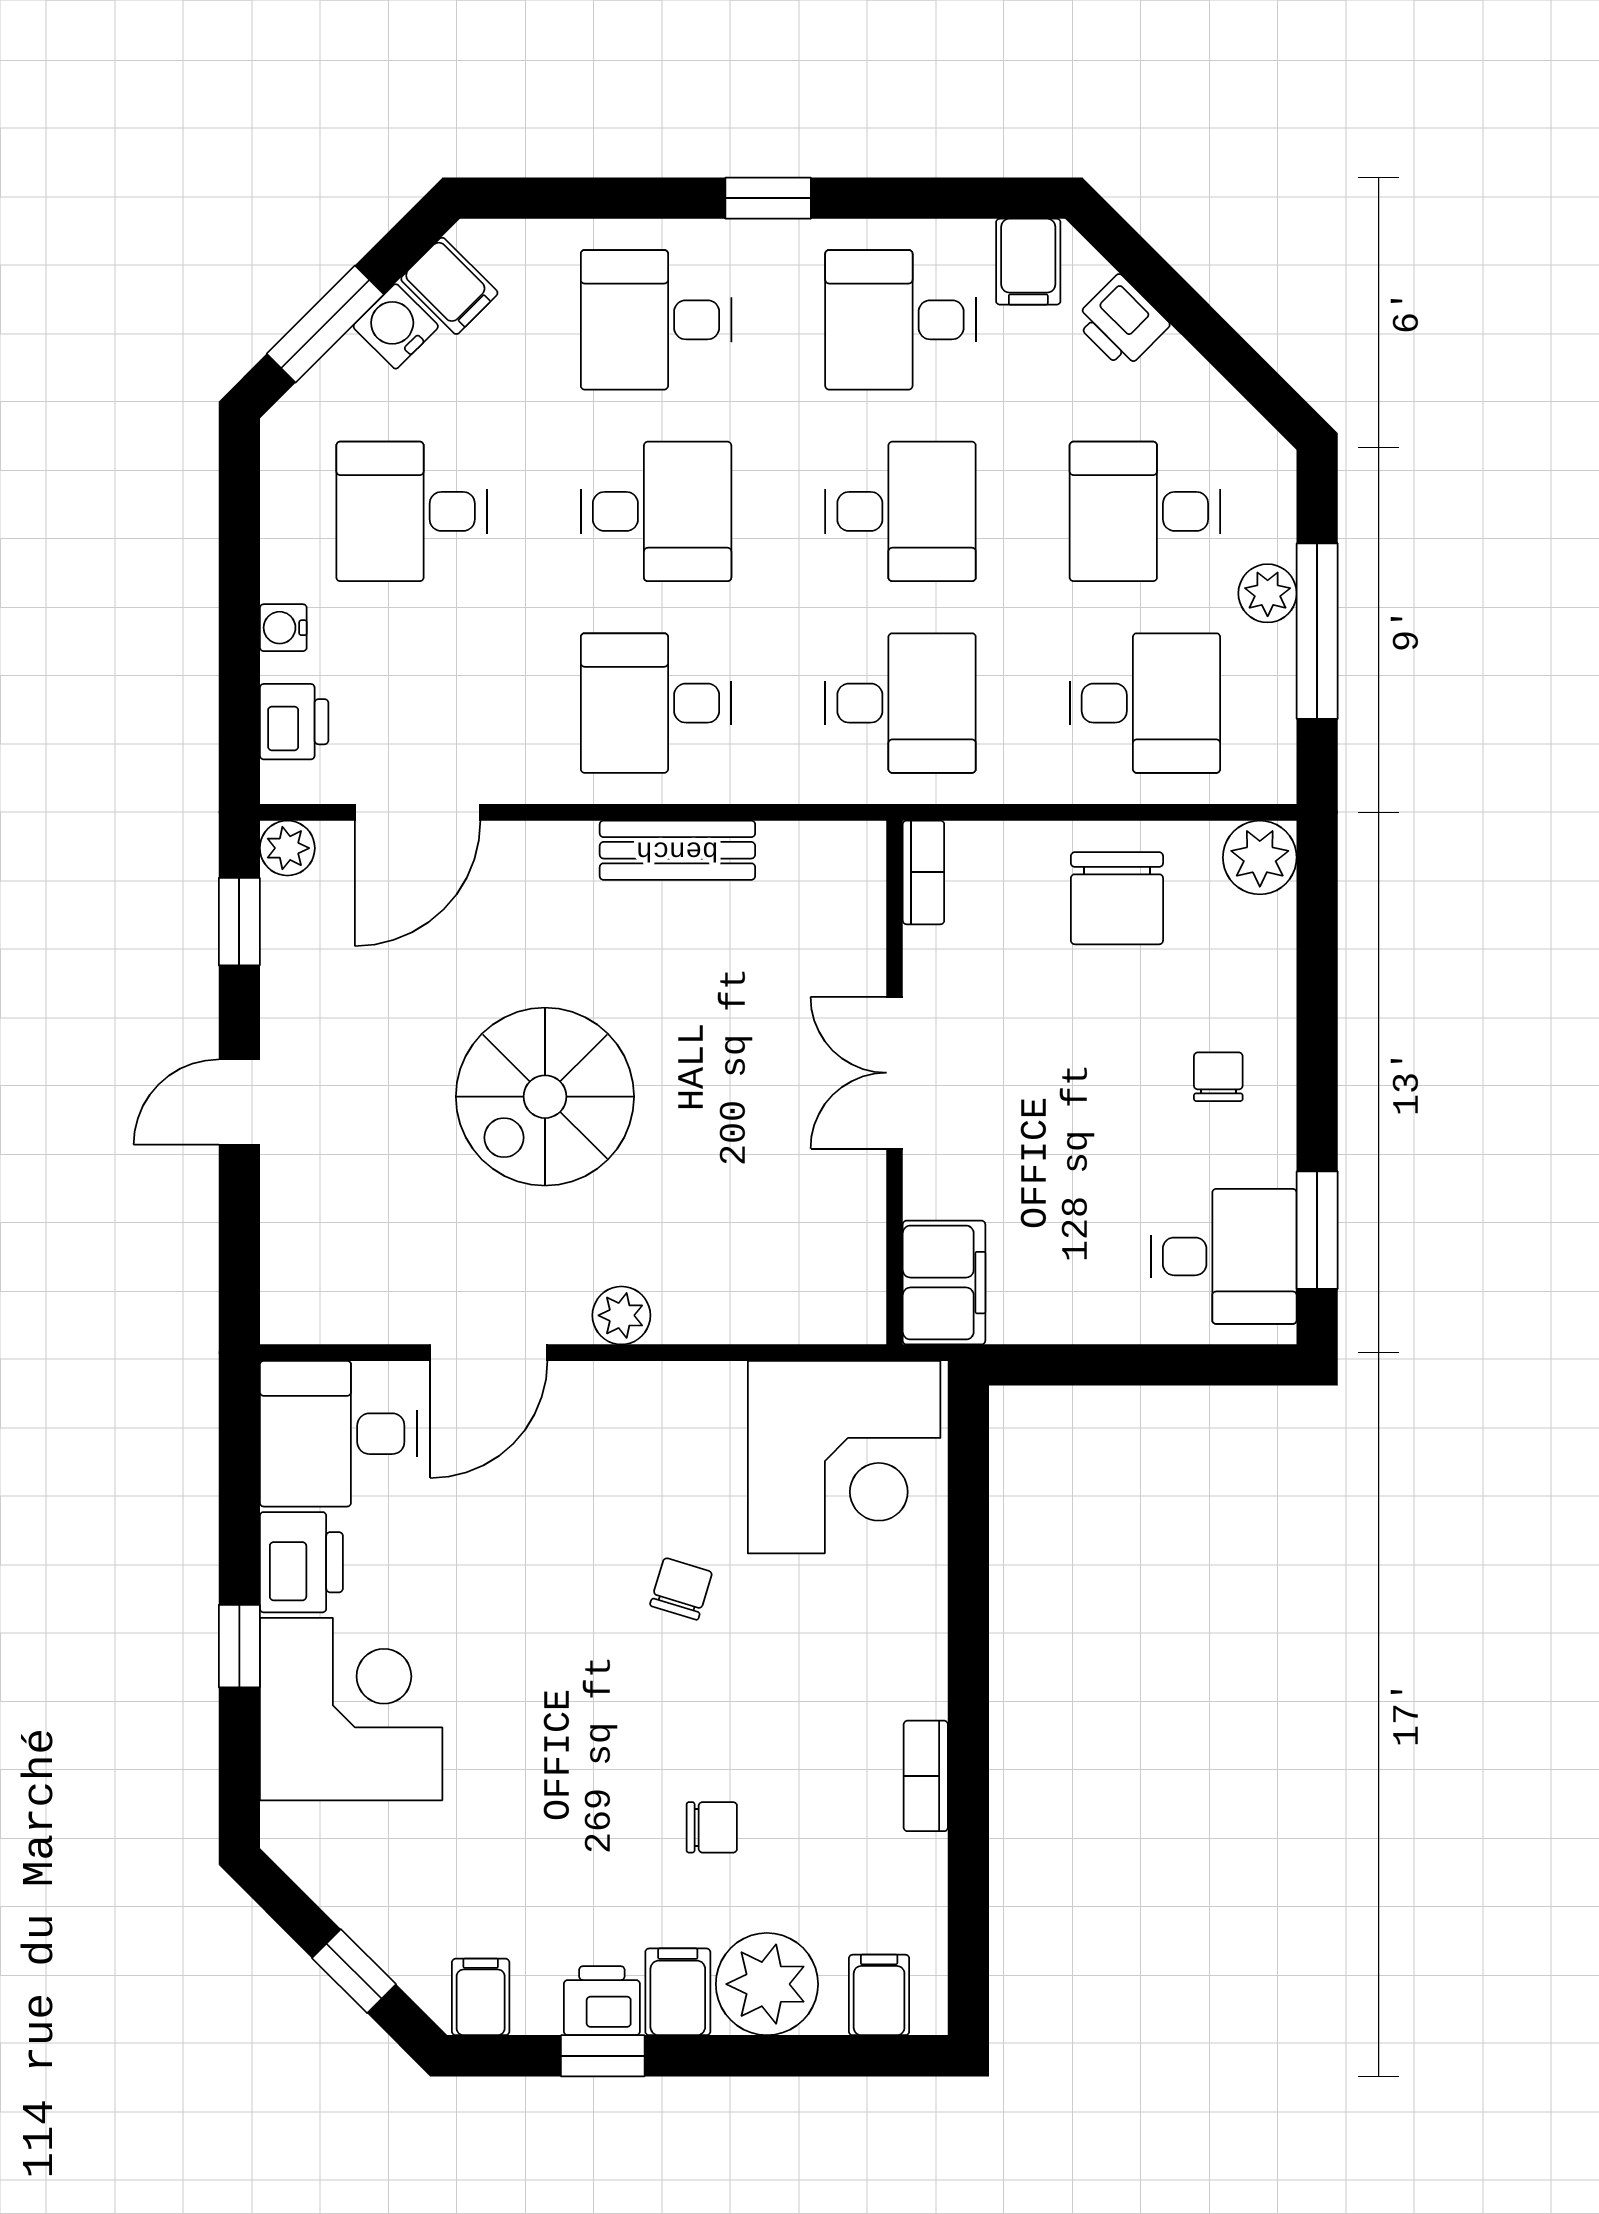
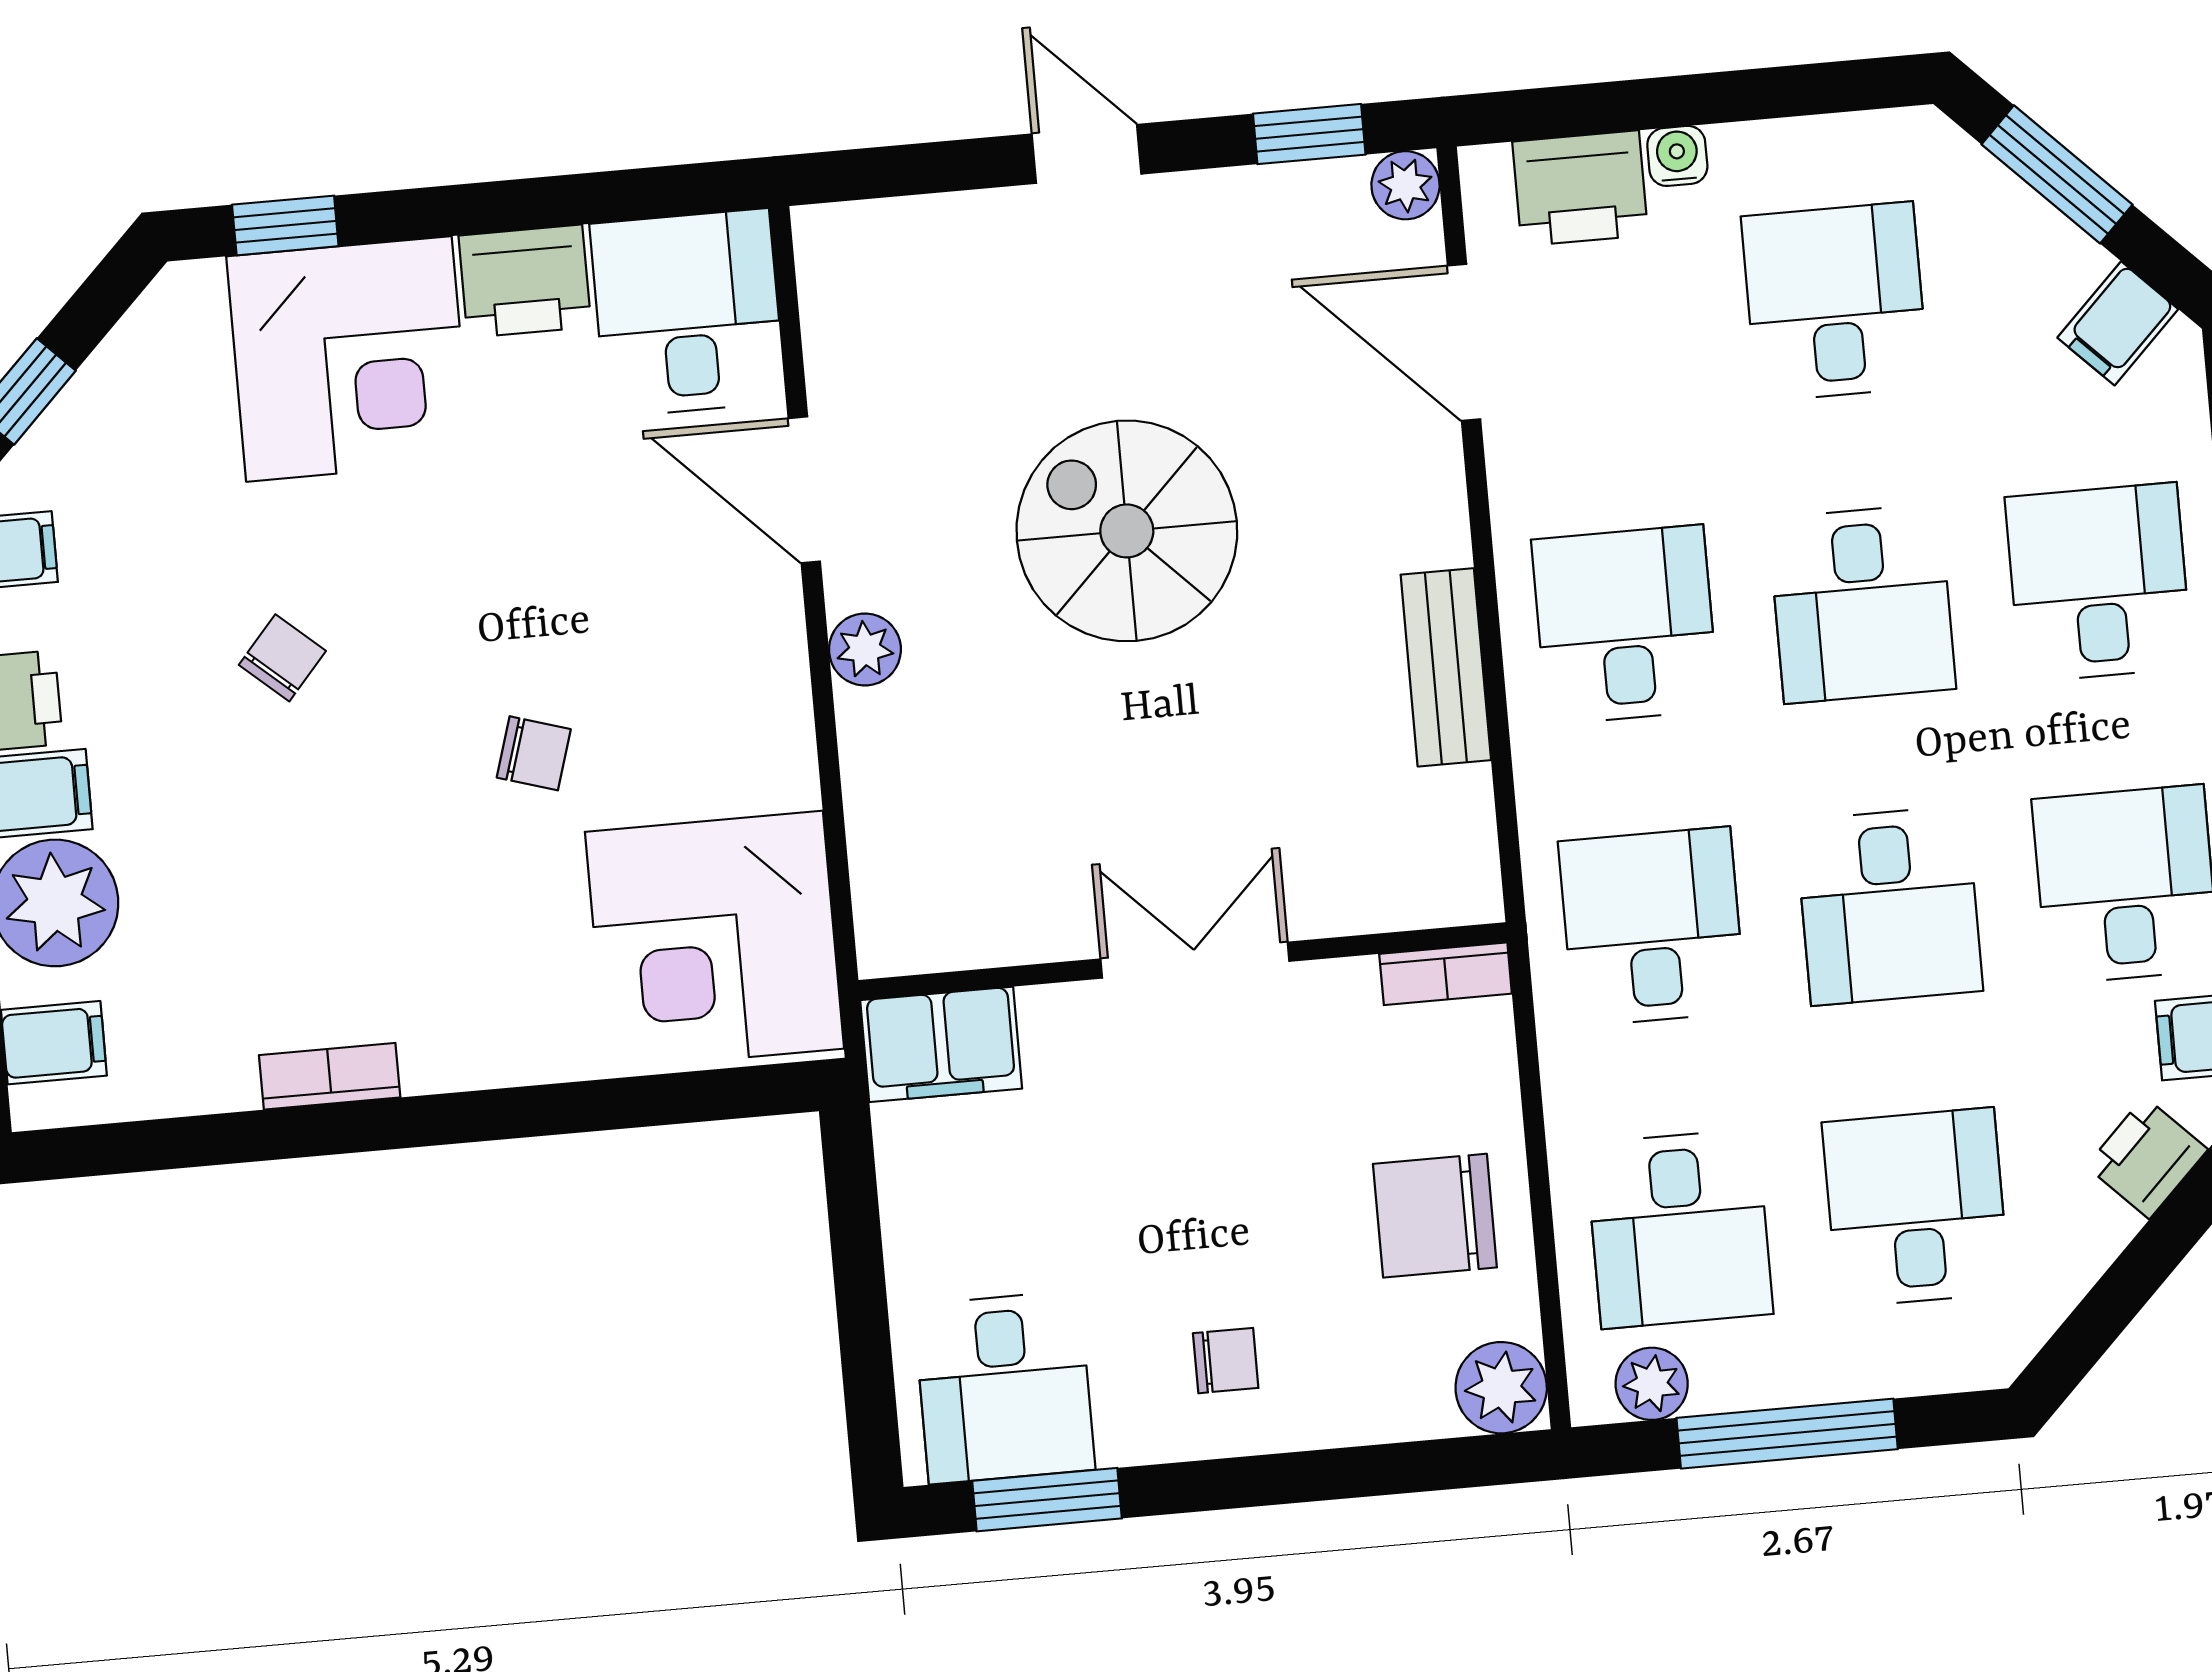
water cooler: (396, 326) -> (2062, 262), removed
plant: (1268, 593) -> (1652, 1384), moved
desk: (900, 703) -> (1652, 927), turned 180
printer: (294, 722) -> (1580, 188), width x1.36, depth x1.24
window: (239, 1646) -> (285, 225), moved
chair: (712, 1827) -> (282, 658), moved, turned -139

